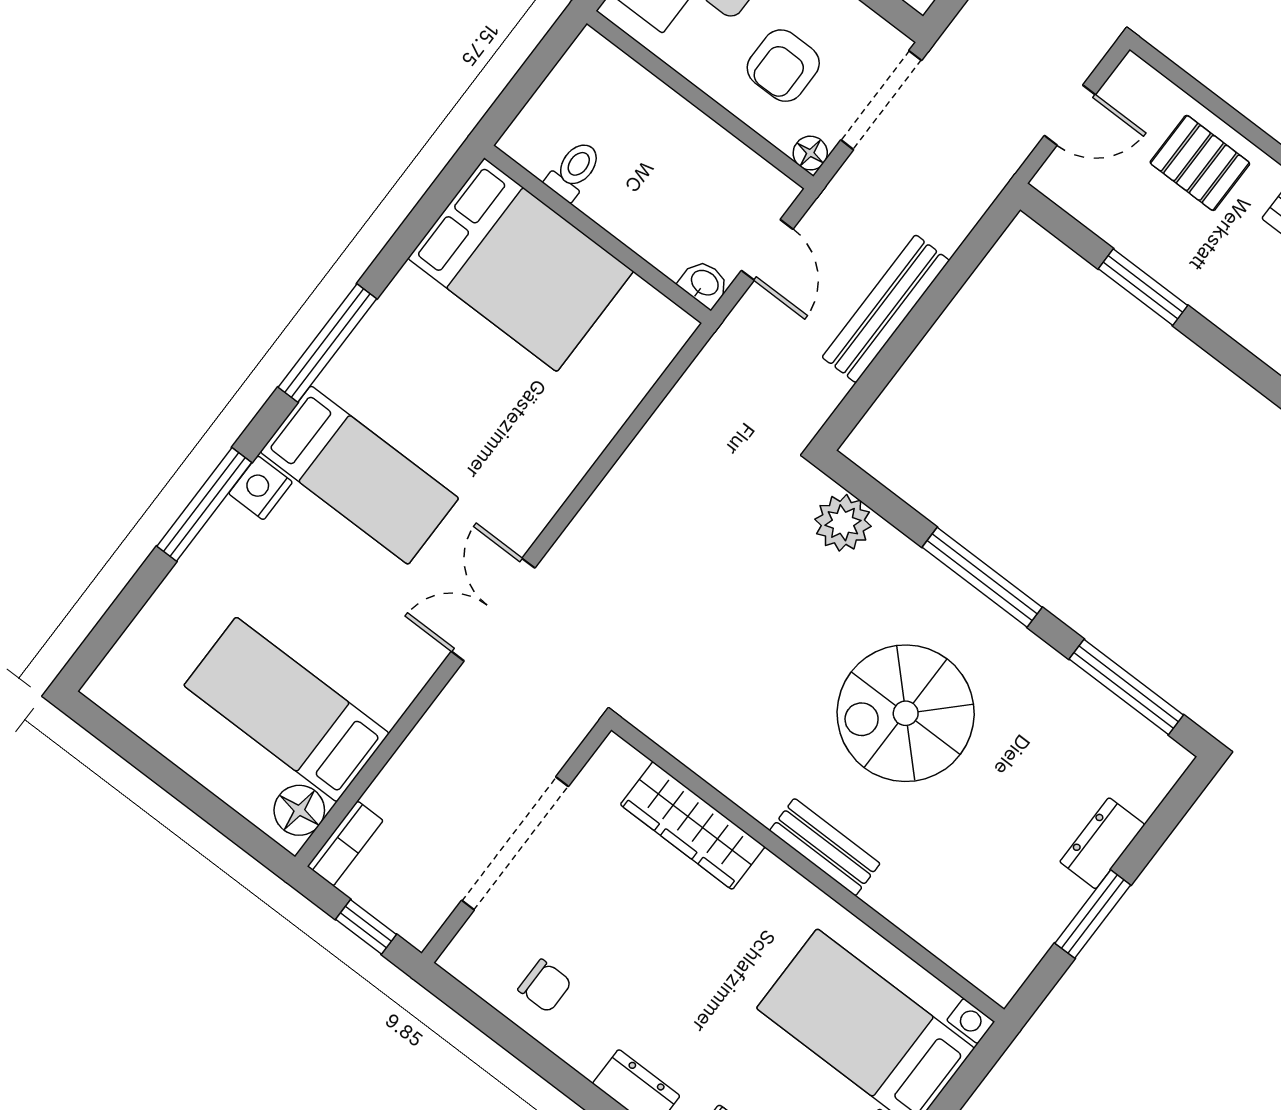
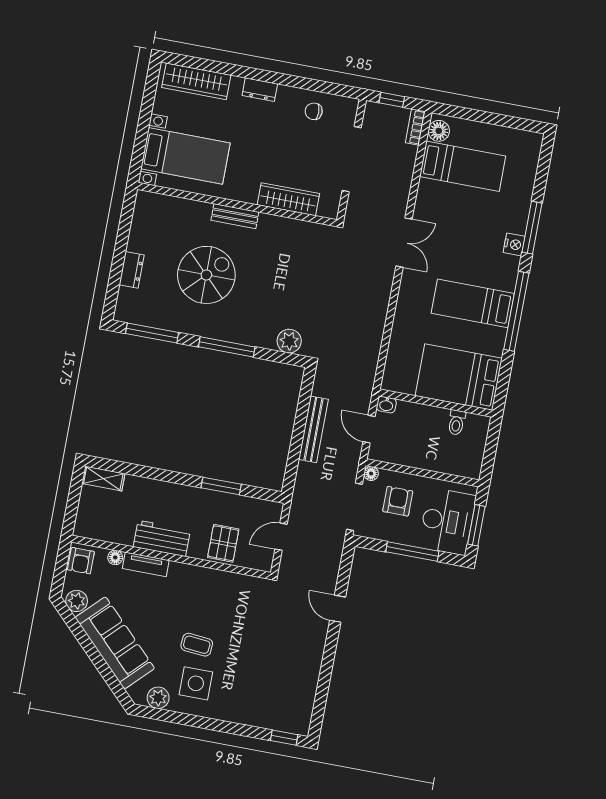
pallet: (1200, 163) -> (223, 543), turned 90
window: (327, 343) -> (516, 311), width x1.46
bed: (359, 475) -> (473, 303), moved
spiral stairs: (906, 713) -> (206, 275), moved
window: (1093, 914) -> (122, 242), removed

